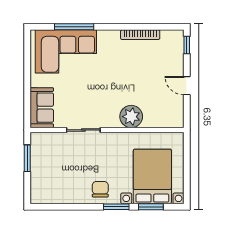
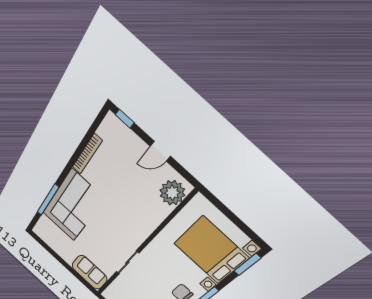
corner sofa: (66, 51) -> (73, 206), moved
plant: (131, 117) -> (172, 193), moved
window: (151, 207) -> (247, 264), moved

